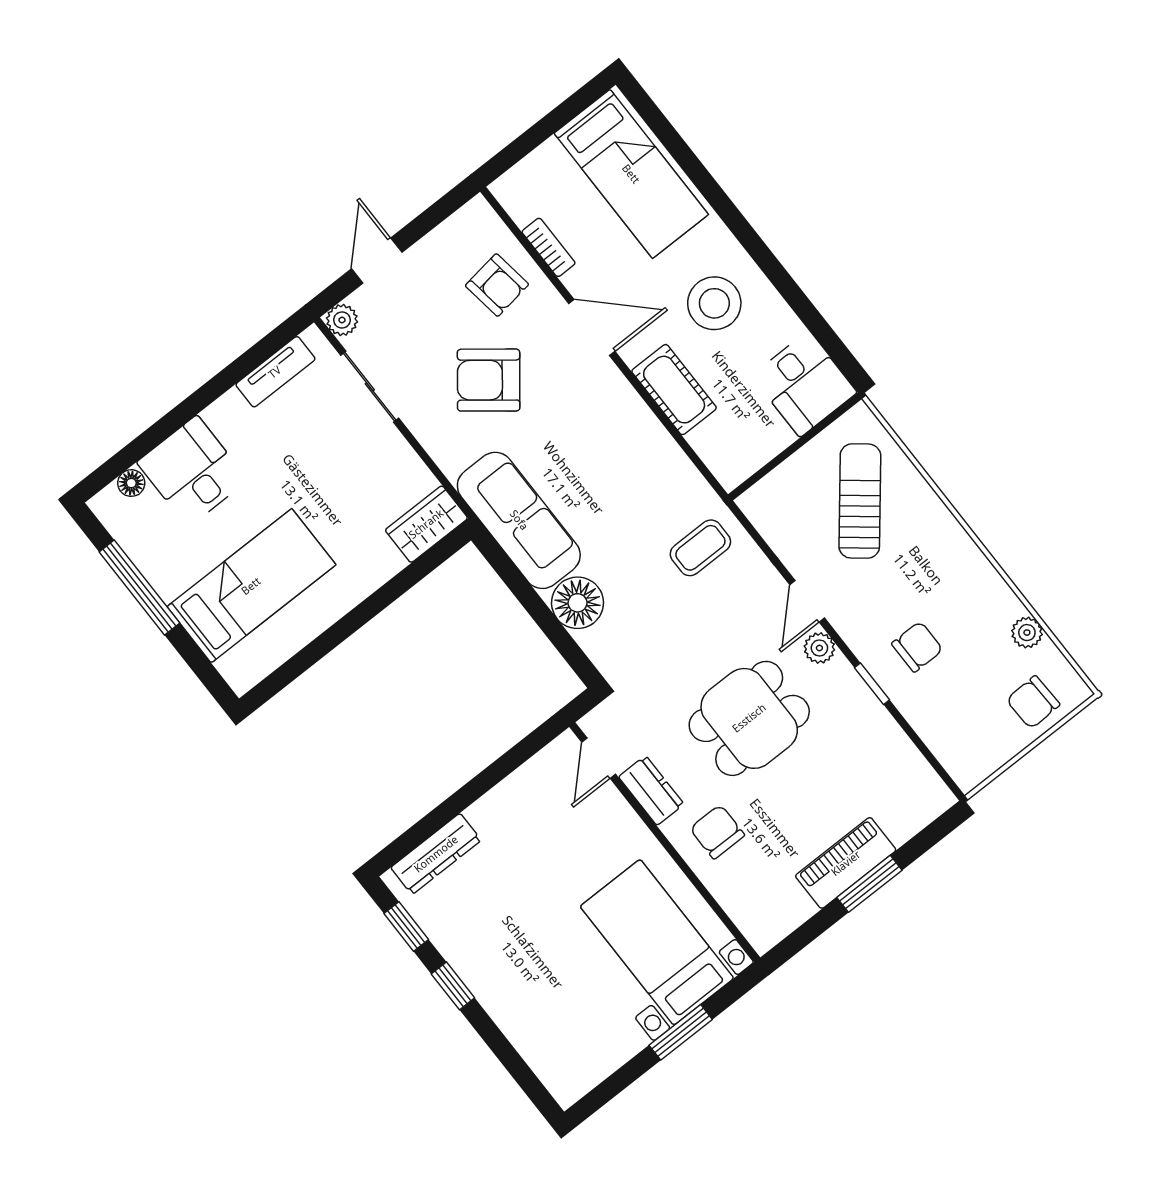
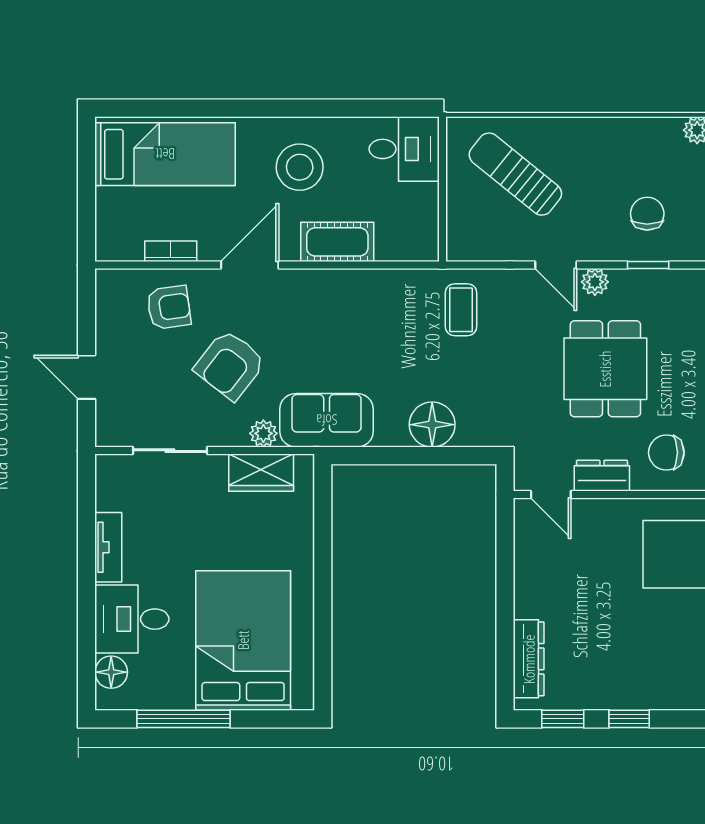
plant: (342, 320) -> (263, 433), moved
tv unit: (275, 372) -> (108, 547), moved
floor lamp: (131, 483) -> (111, 672), width x1.37, depth x1.37
sofa: (519, 520) -> (327, 420), width x0.73
wardrobe: (426, 524) -> (261, 473), moved, turned -90
bed: (251, 586) -> (243, 640), width x1.50

